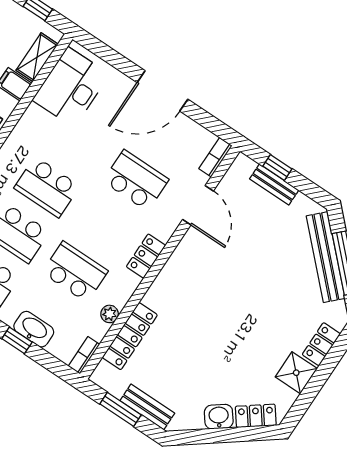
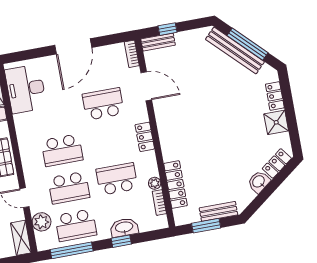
bench: (274, 184) -> (158, 42), moved
bookcase: (84, 355) -> (159, 203), moved

